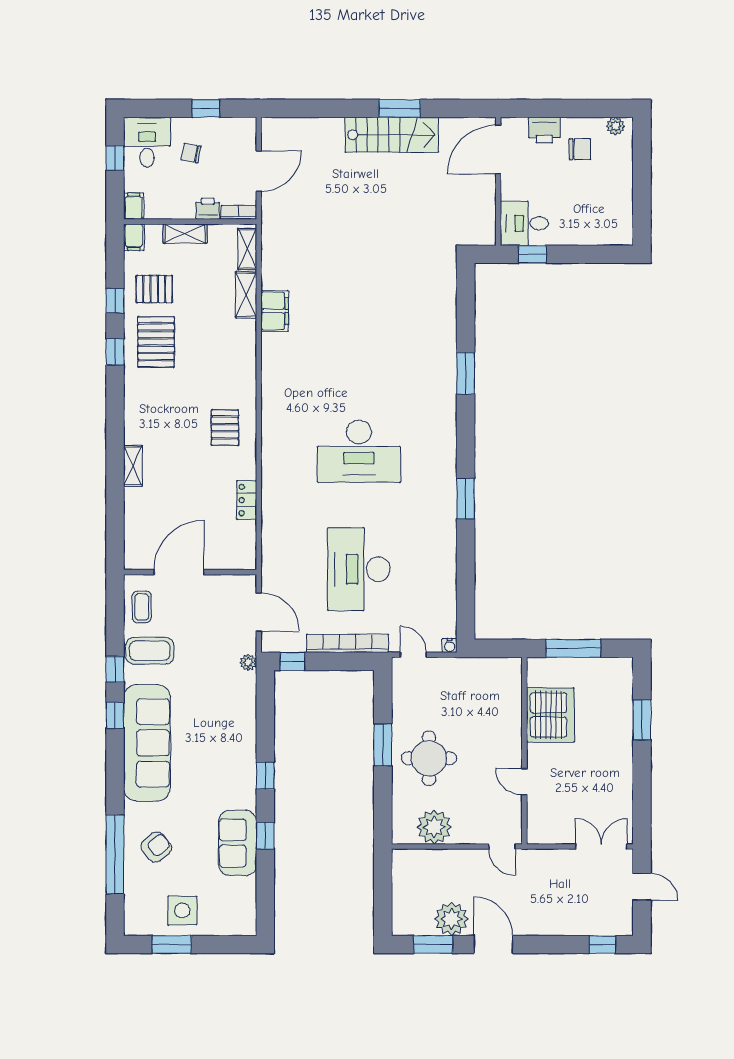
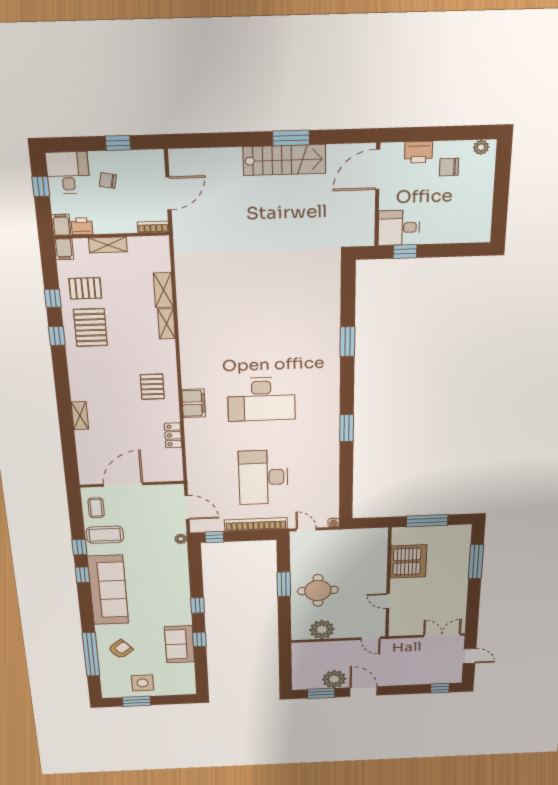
chair: (580, 149) -> (449, 167), turned 180
printer: (208, 209) -> (82, 226), moved
shelving: (247, 249) -> (166, 324), moved
filing cabinet: (275, 311) -> (194, 403), moved
window: (642, 720) -> (476, 562), width x1.44

